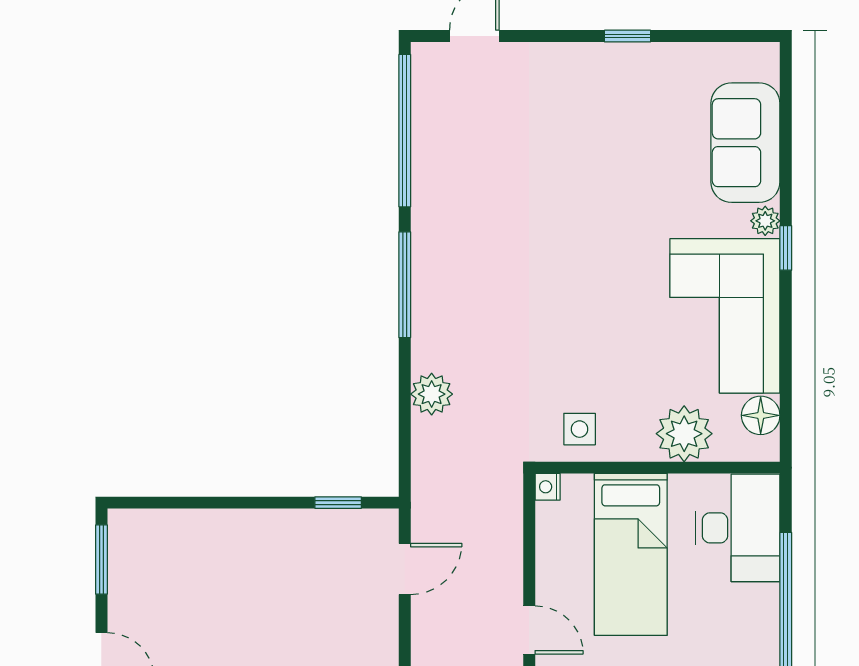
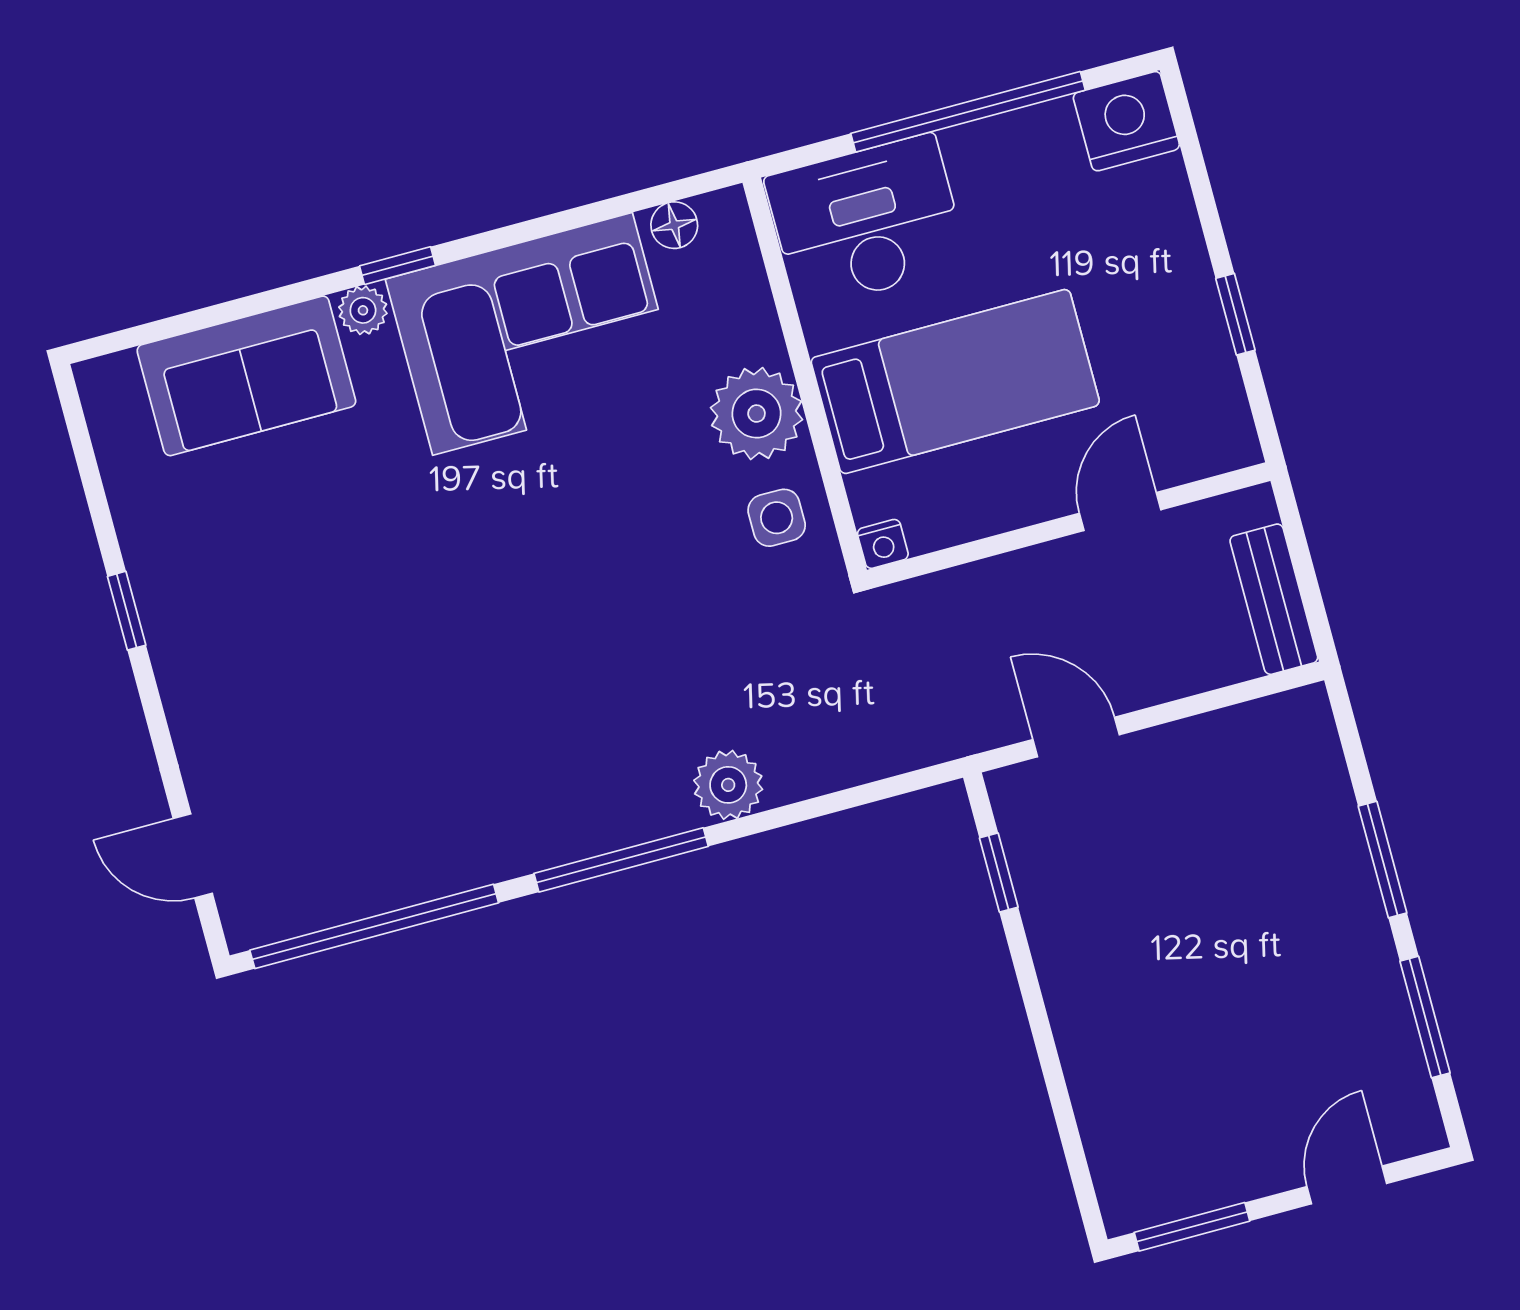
plant: (432, 394) -> (728, 785), moved
floor lamp: (761, 415) -> (674, 225), width x0.73, depth x0.73
plant: (684, 434) -> (757, 414), moved

